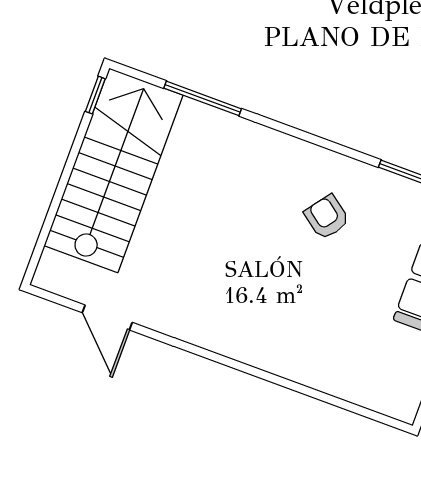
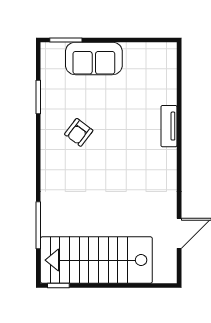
tv unit: (284, 364) -> (169, 126), added

